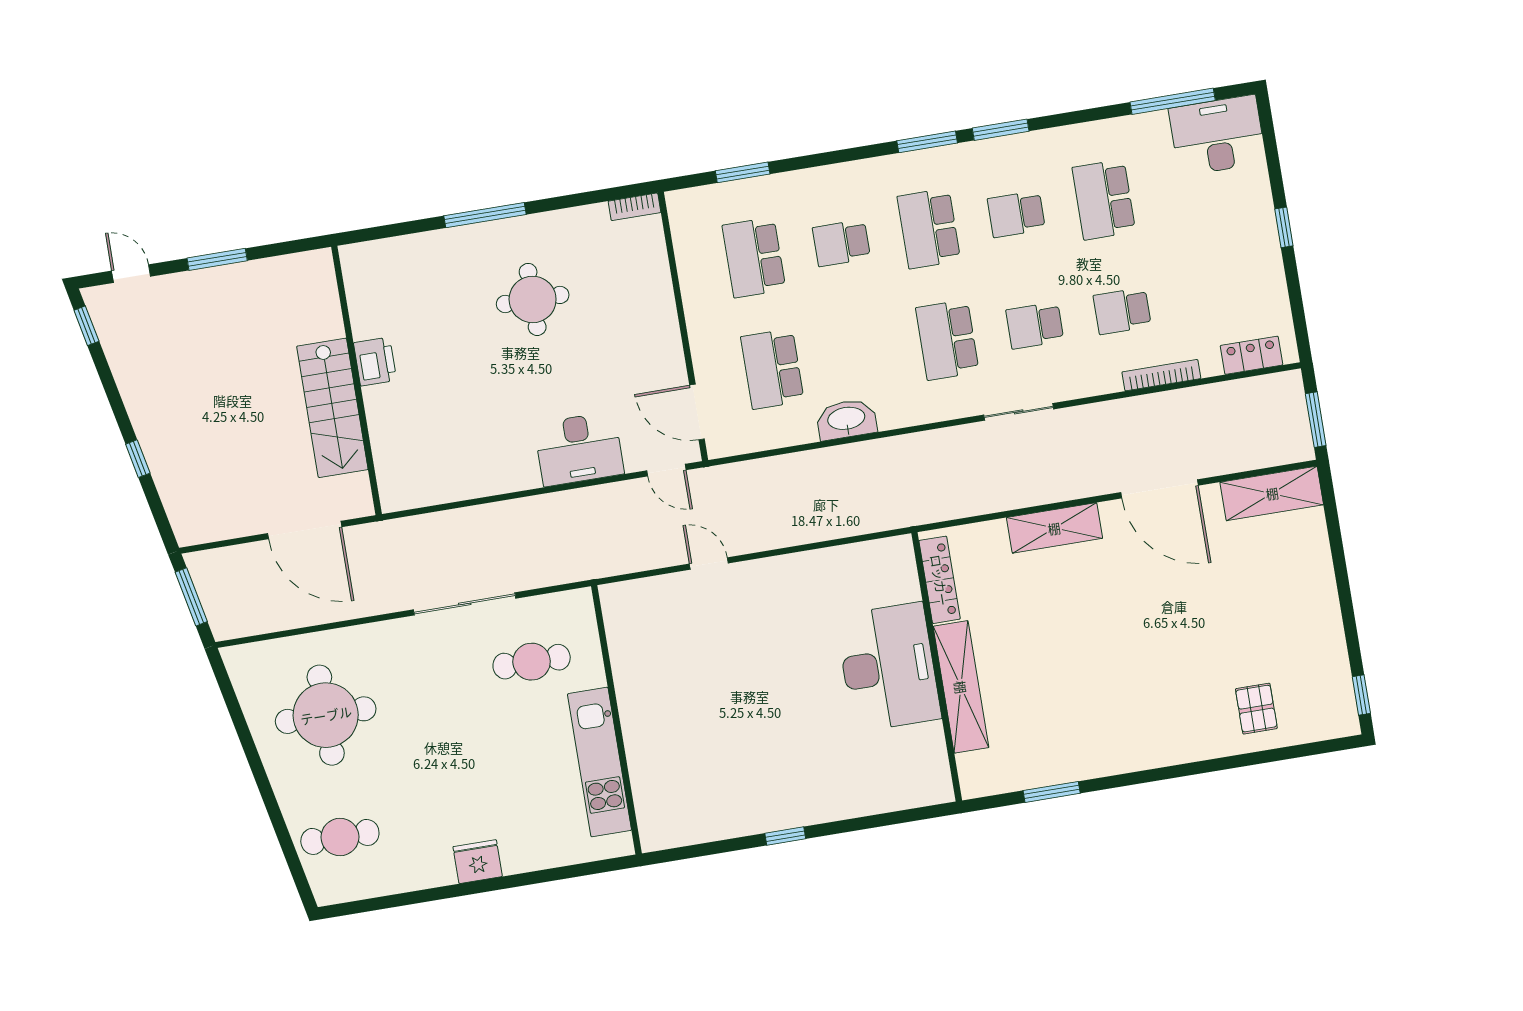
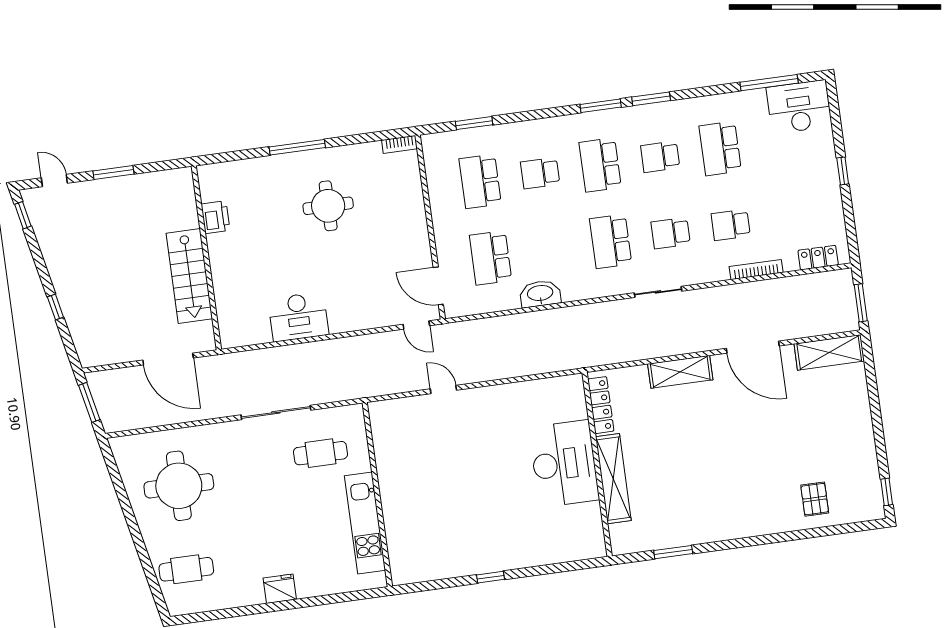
printer: (375, 362) -> (216, 217), moved
desk: (579, 449) -> (298, 317), moved

